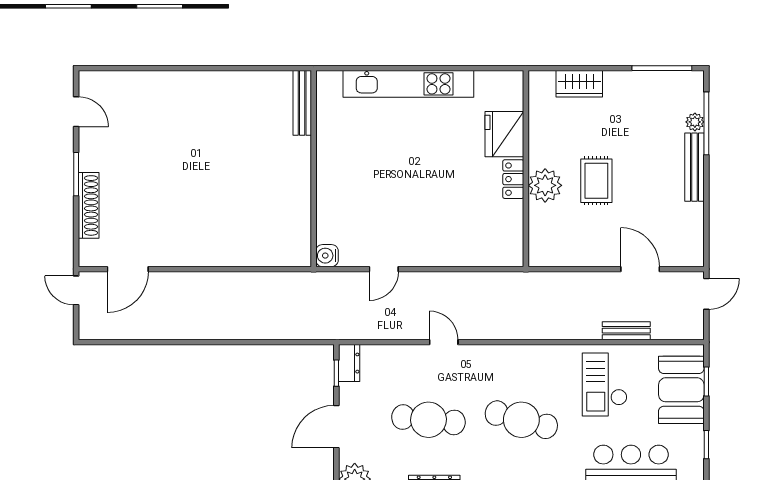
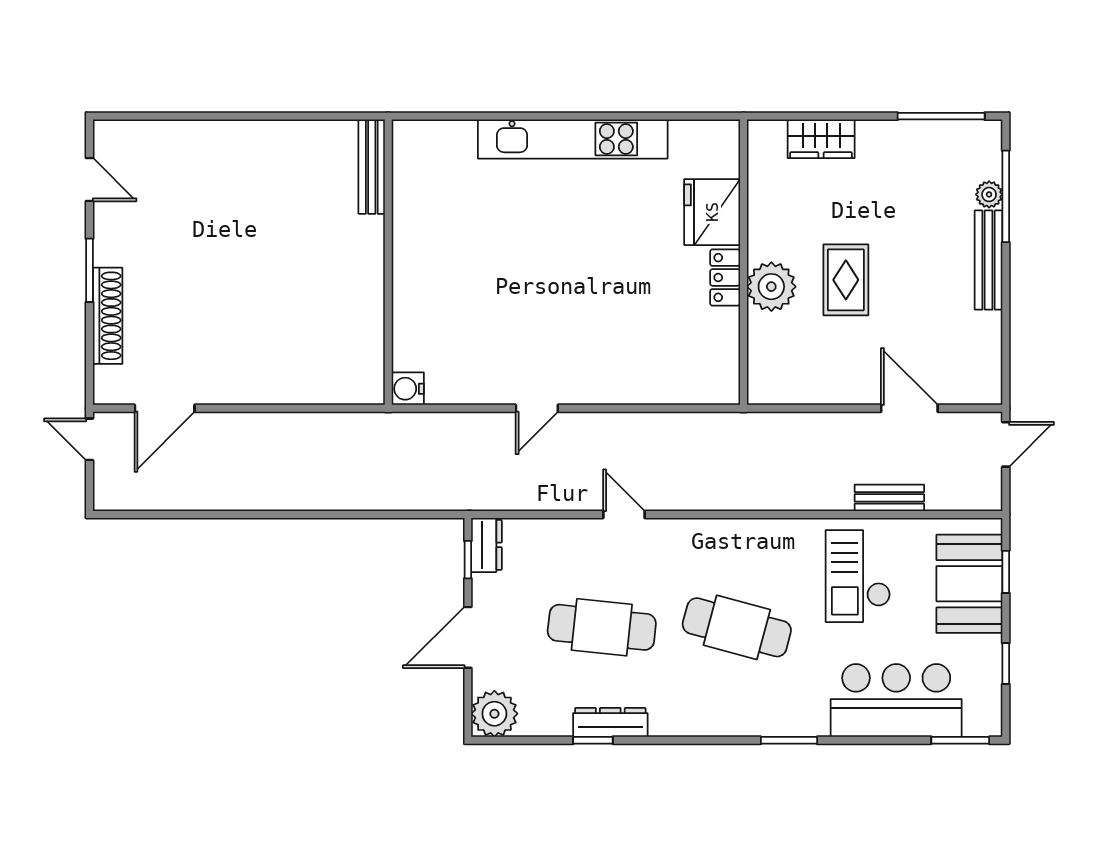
bench: (302, 103) -> (372, 167), moved
wall: (314, 169) -> (388, 262), moved
water cooler: (327, 256) -> (408, 389), moved

